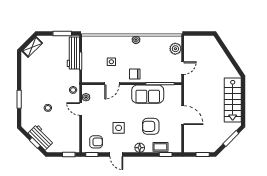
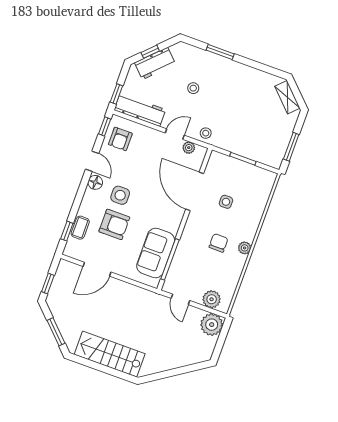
plant: (191, 43) -> (212, 325), added
workbench: (73, 53) -> (140, 110), moved
chair: (135, 74) -> (218, 243), moved
door: (112, 84) -> (195, 191), width x1.87
sofa: (148, 94) -> (156, 253), moved
door: (183, 115) -> (97, 269), moved
armchair: (151, 126) -> (114, 224), turned 90
side table: (119, 128) -> (120, 195), moved
floor lamp: (140, 148) -> (95, 182), moved
door: (116, 154) -> (92, 161), swing flipped

